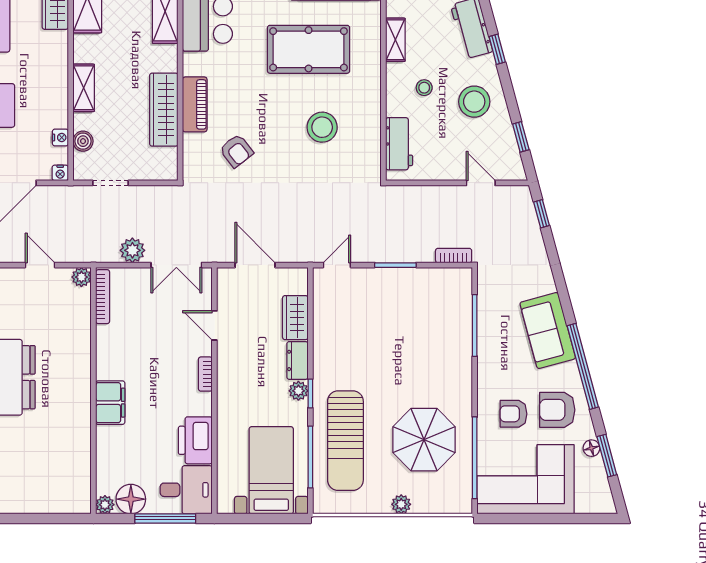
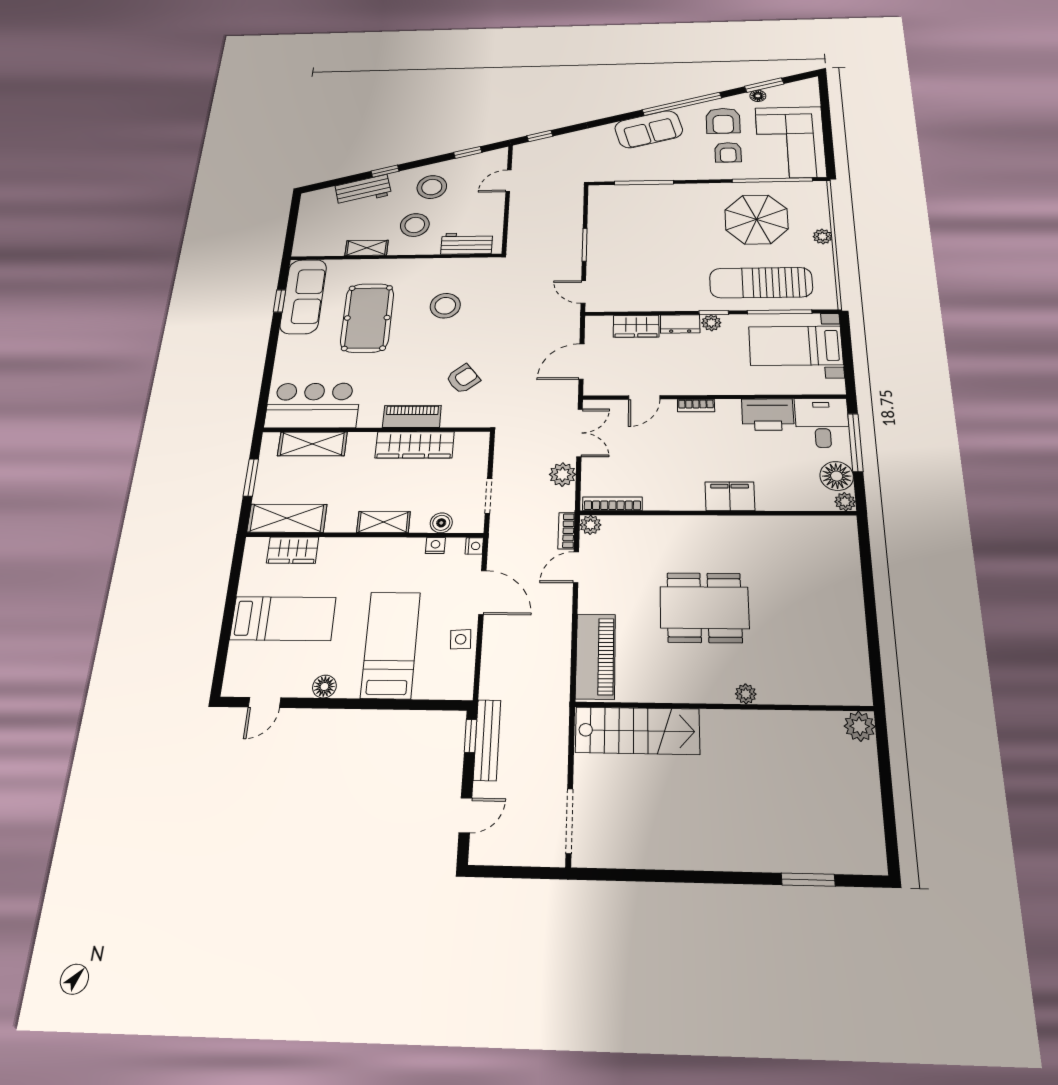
stool: (424, 88) -> (415, 225), width x1.89, depth x1.89
bookcase: (454, 256) -> (566, 531), moved
sun lounger: (345, 441) -> (761, 283), turned 180

